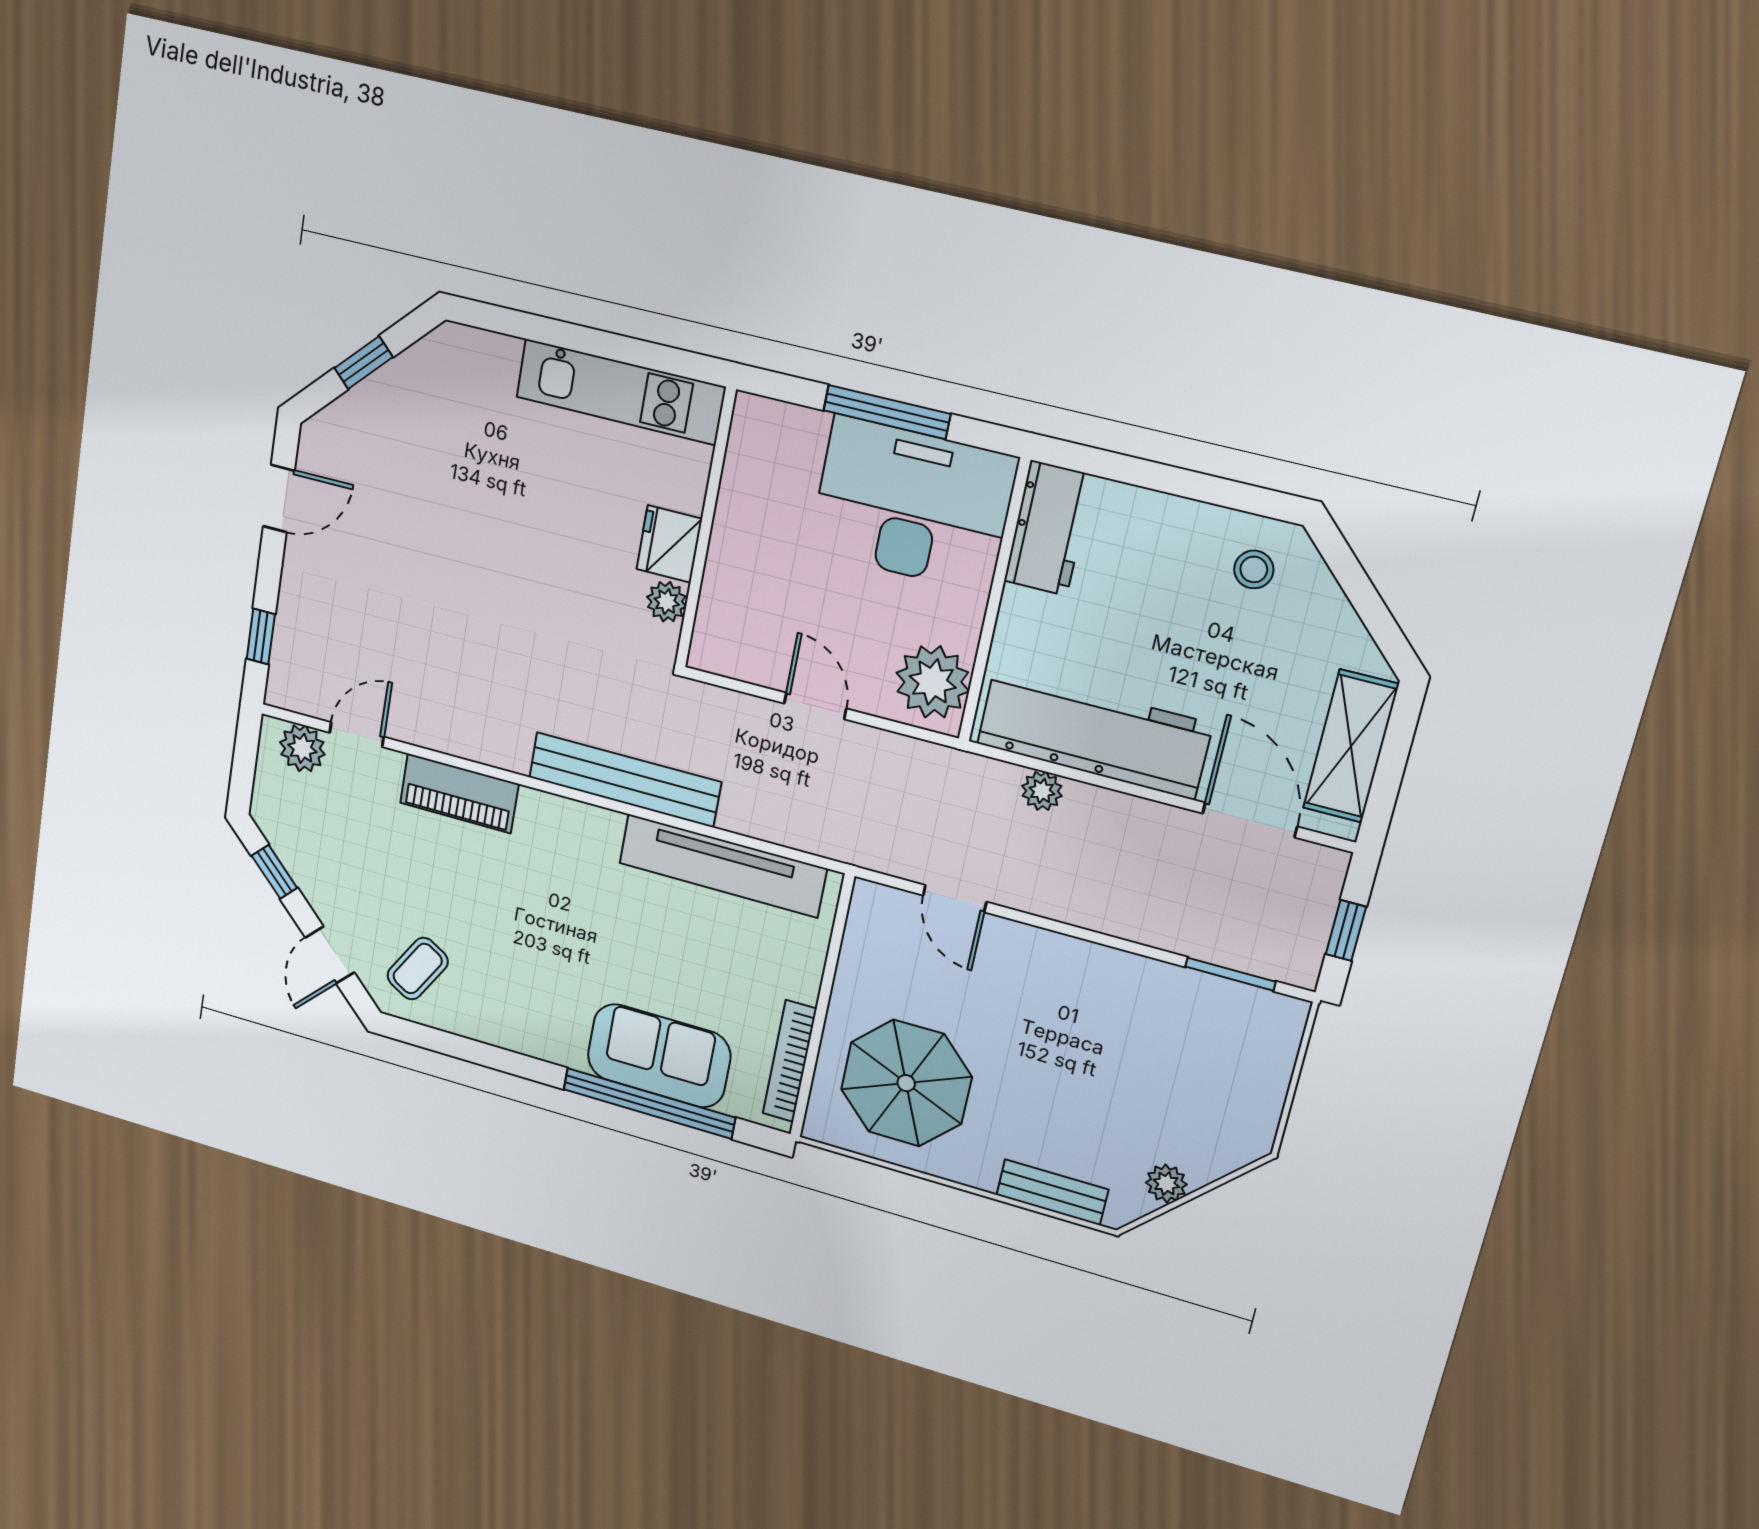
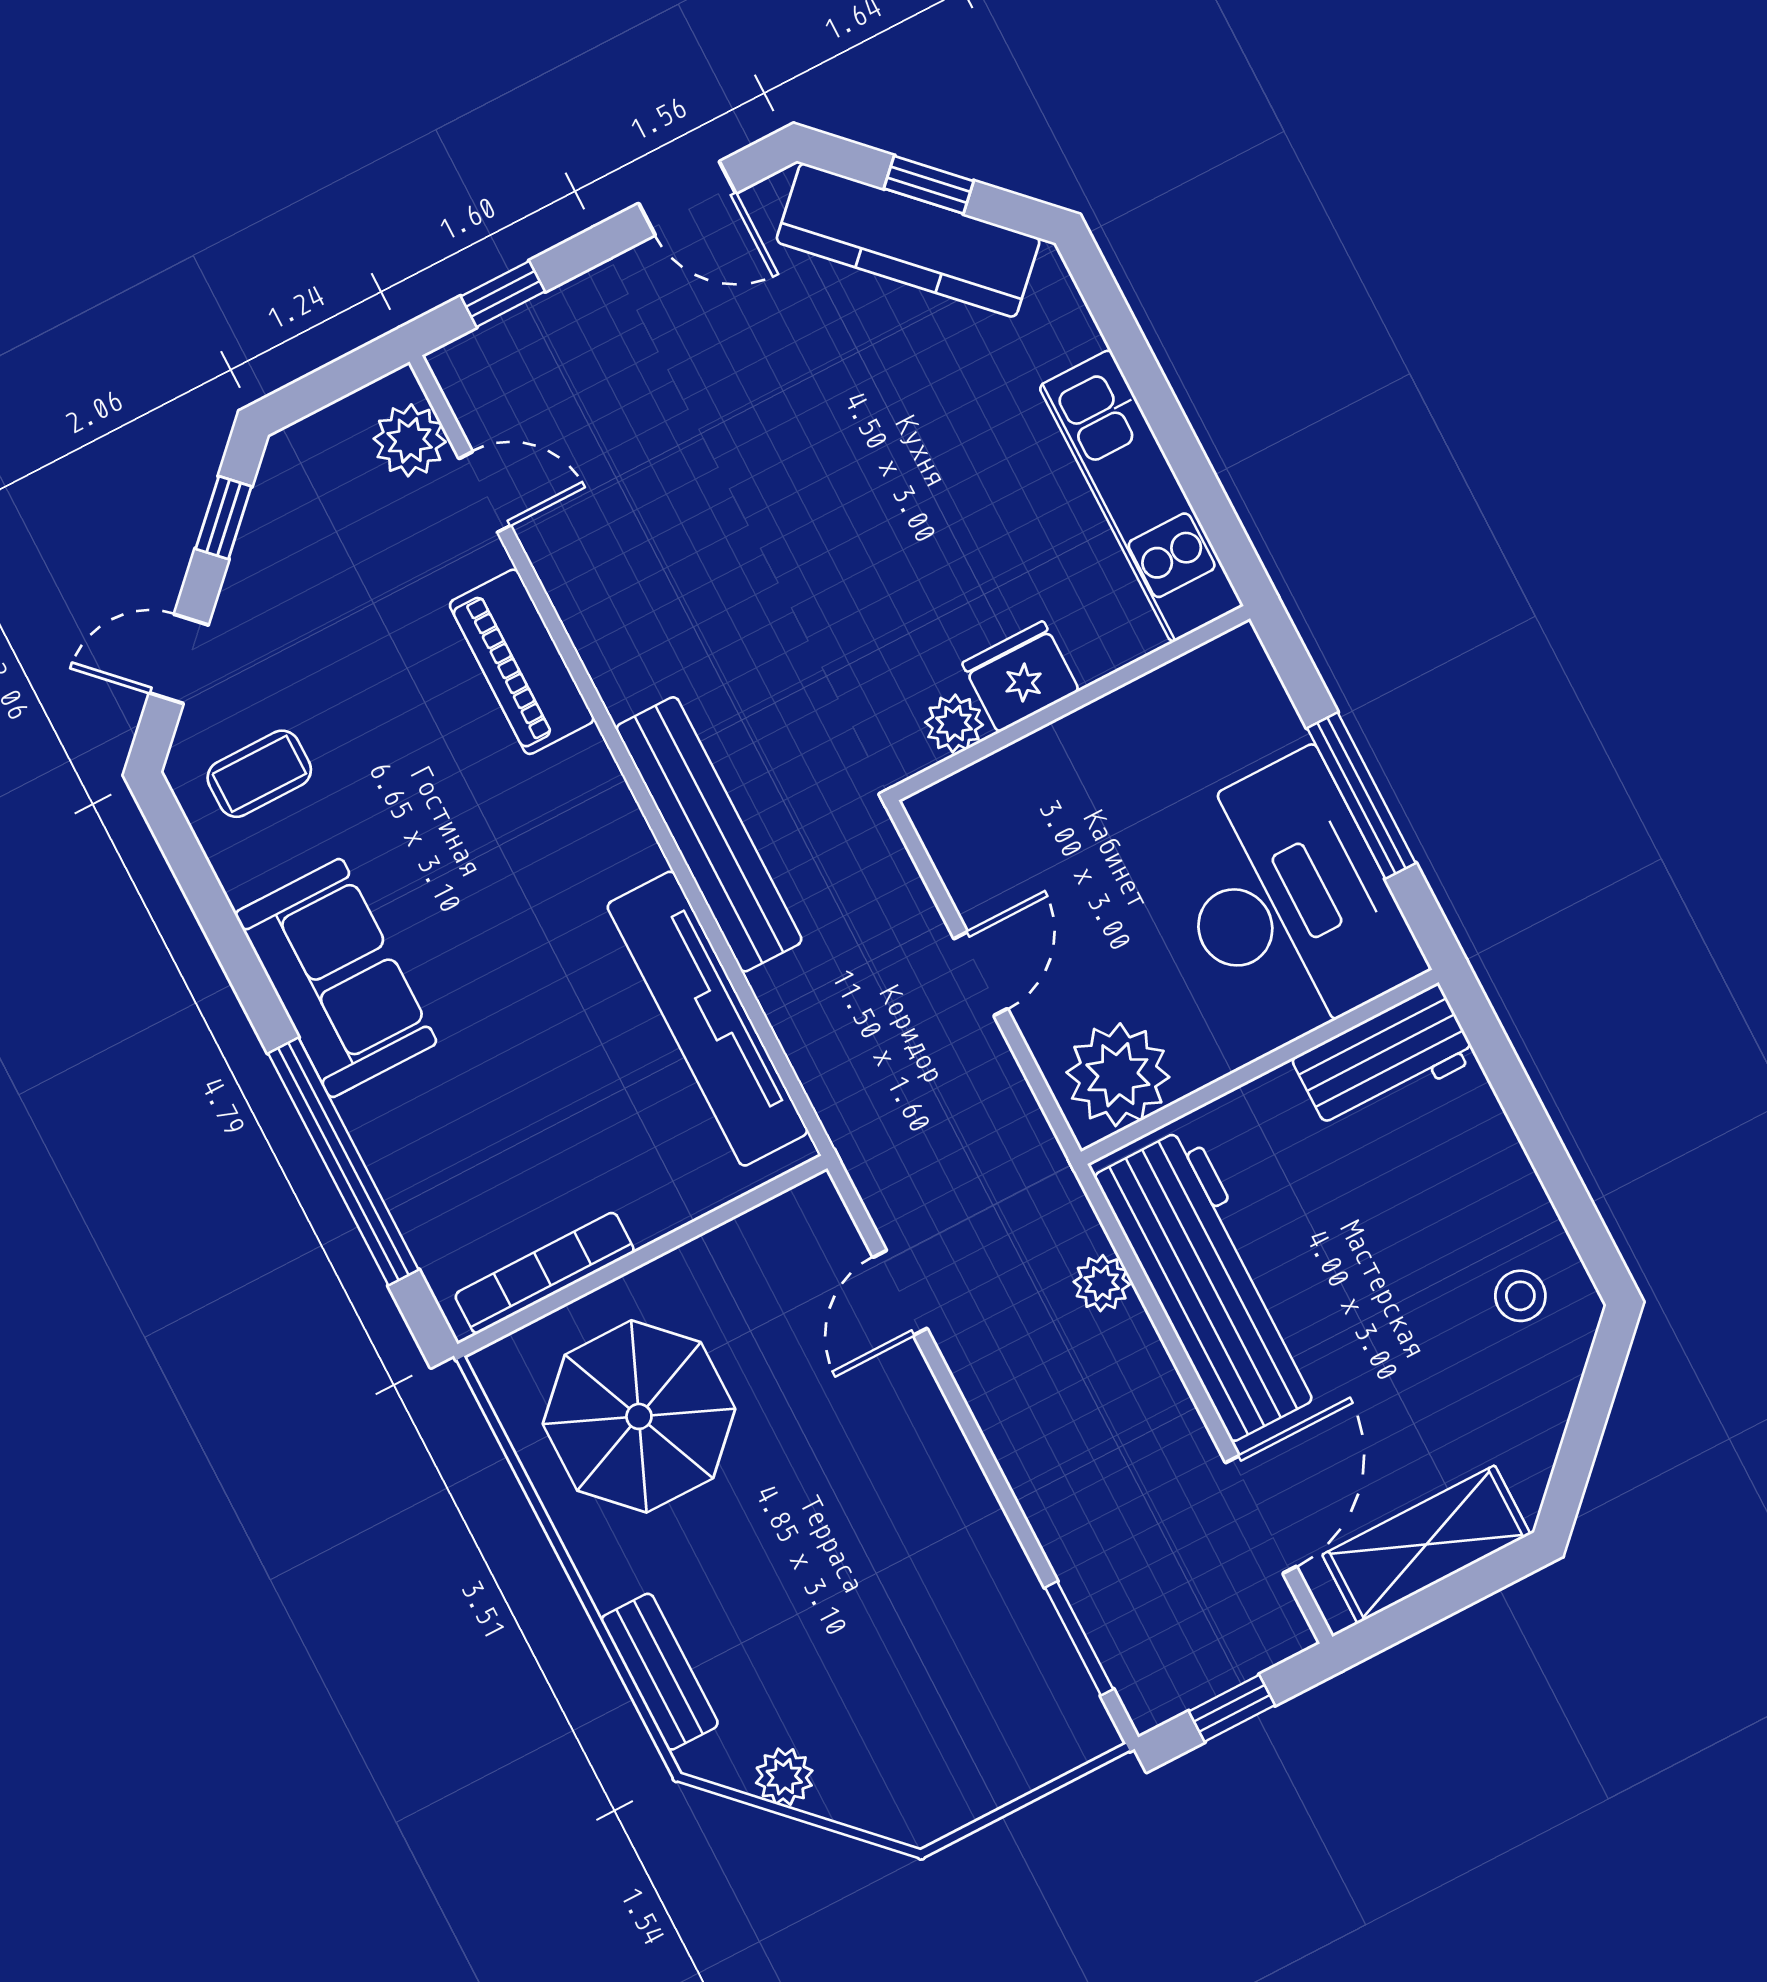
kitchen counter: (385, 400) -> (908, 240), added
coffee table: (418, 969) -> (259, 774), turned -31
sofa: (659, 1056) -> (336, 978), moved

